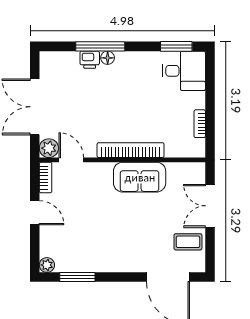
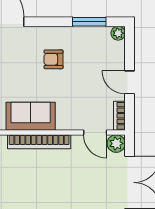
armchair: (115, 237) -> (54, 59), added

